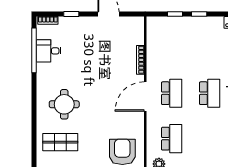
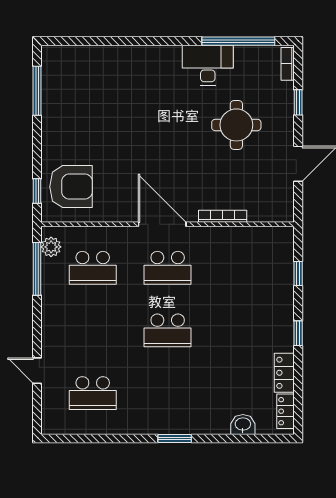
window: (199, 14) -> (298, 333), moved
desk: (49, 51) -> (208, 65), moved, width x1.37
round table: (64, 104) -> (236, 125), moved
shop shelf: (60, 142) -> (87, 84), removed

